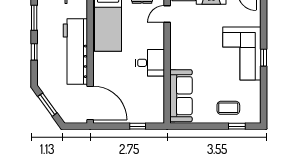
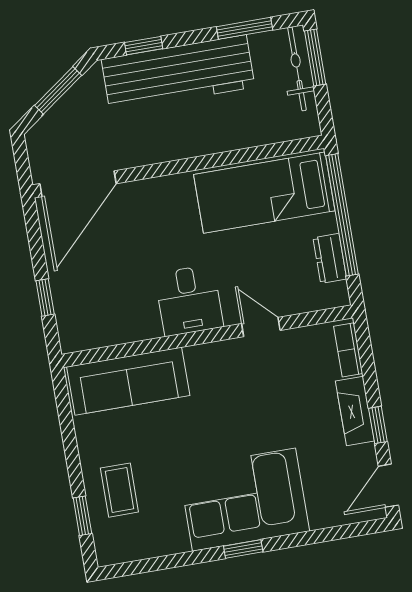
door: (167, 14) -> (261, 327), moved
workbench: (75, 51) -> (178, 73), moved, turned 180
window: (34, 52) -> (144, 46), moved

